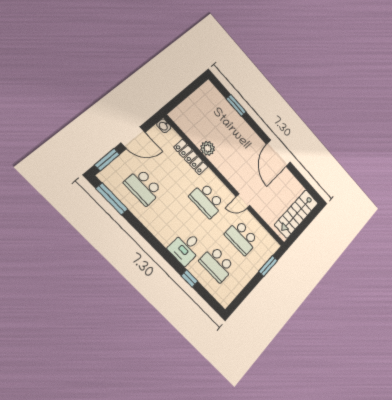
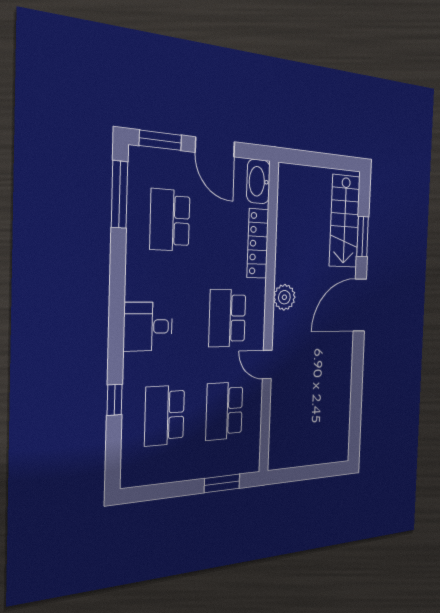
washbasin: (164, 126) -> (258, 181), width x1.91, depth x1.45
plant: (208, 148) -> (284, 297), moved
door: (278, 153) -> (360, 305), moved
stairs: (297, 214) -> (345, 221), moved, turned -90
desk: (186, 248) -> (148, 327), moved

